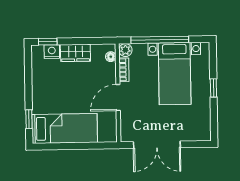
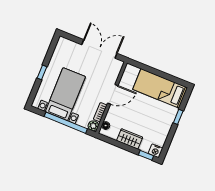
nightstand: (52, 52) -> (156, 151), moved
window: (29, 119) -> (178, 117), moved

